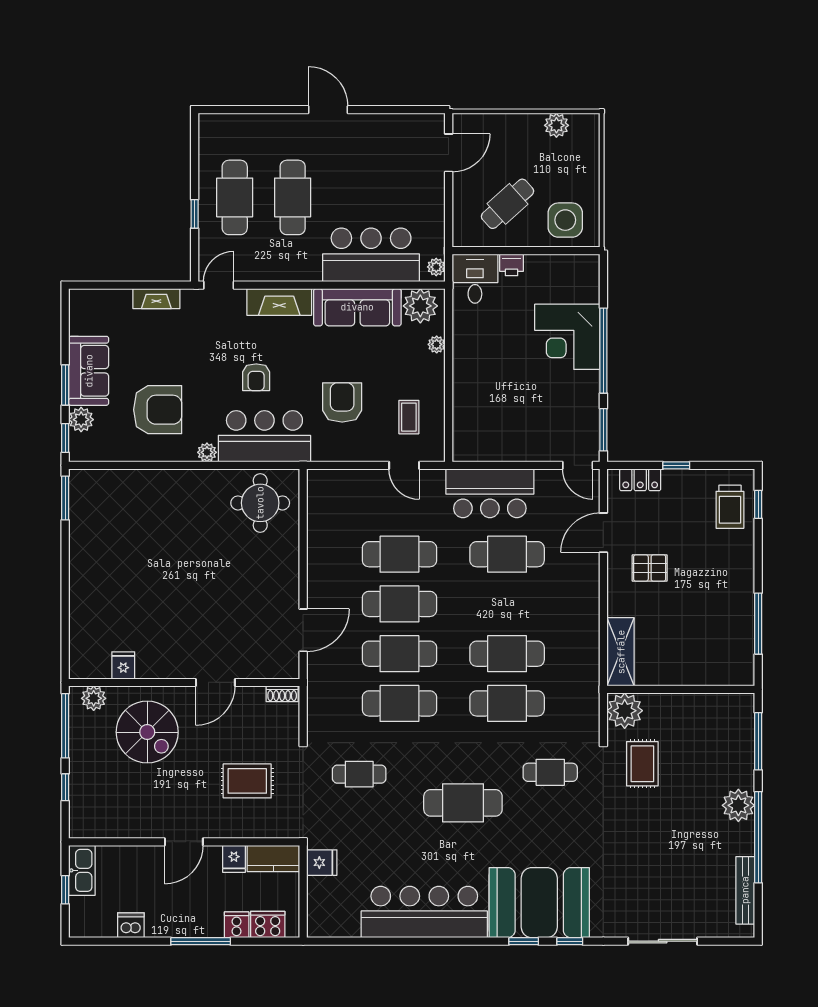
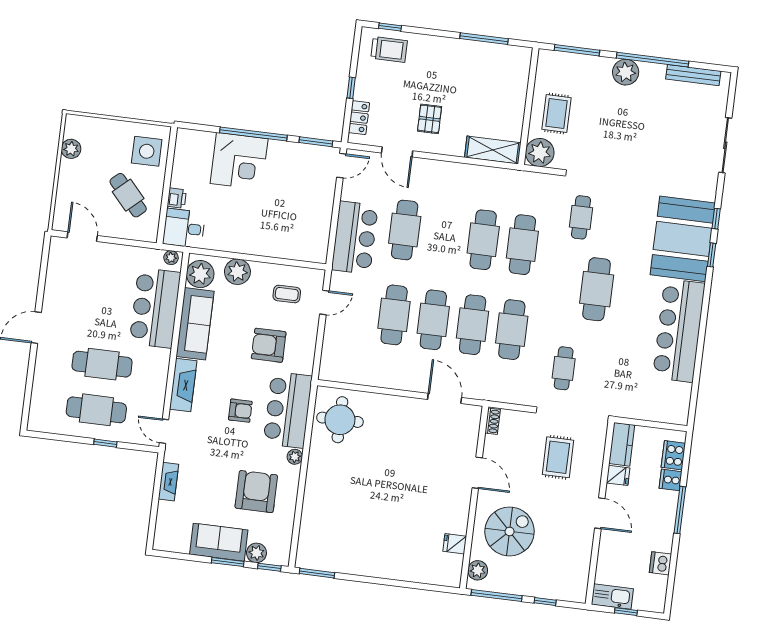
plant: (437, 344) -> (237, 272), width x1.87, depth x1.87
rug: (642, 764) -> (557, 113), moved, turned 90
fridge: (322, 863) -> (630, 407), removed

